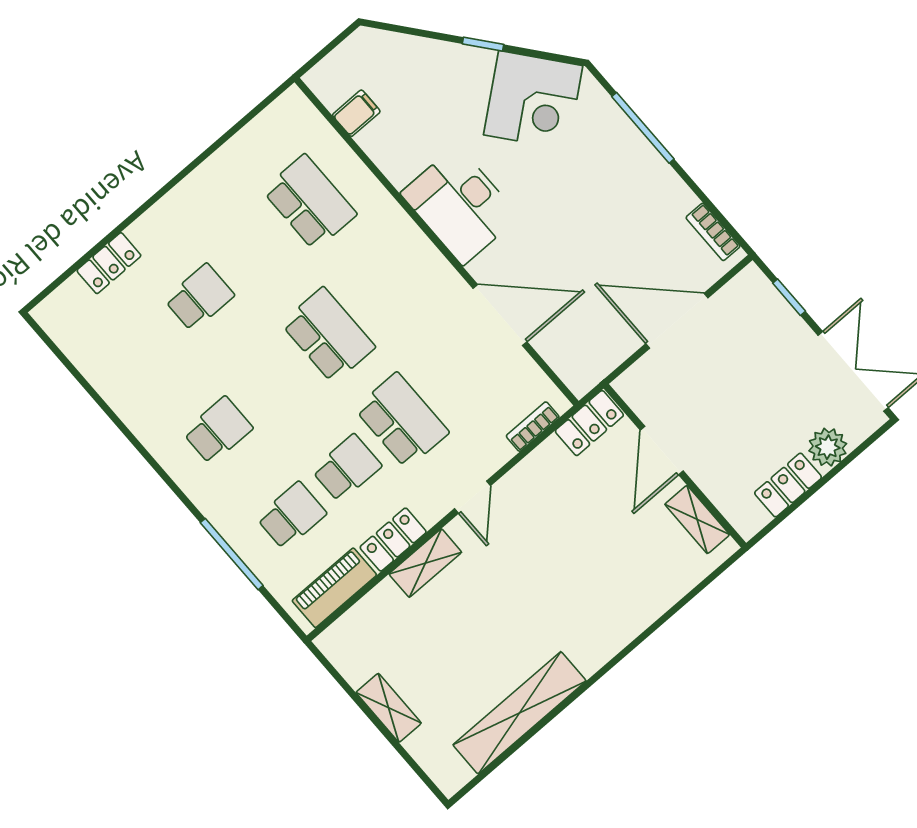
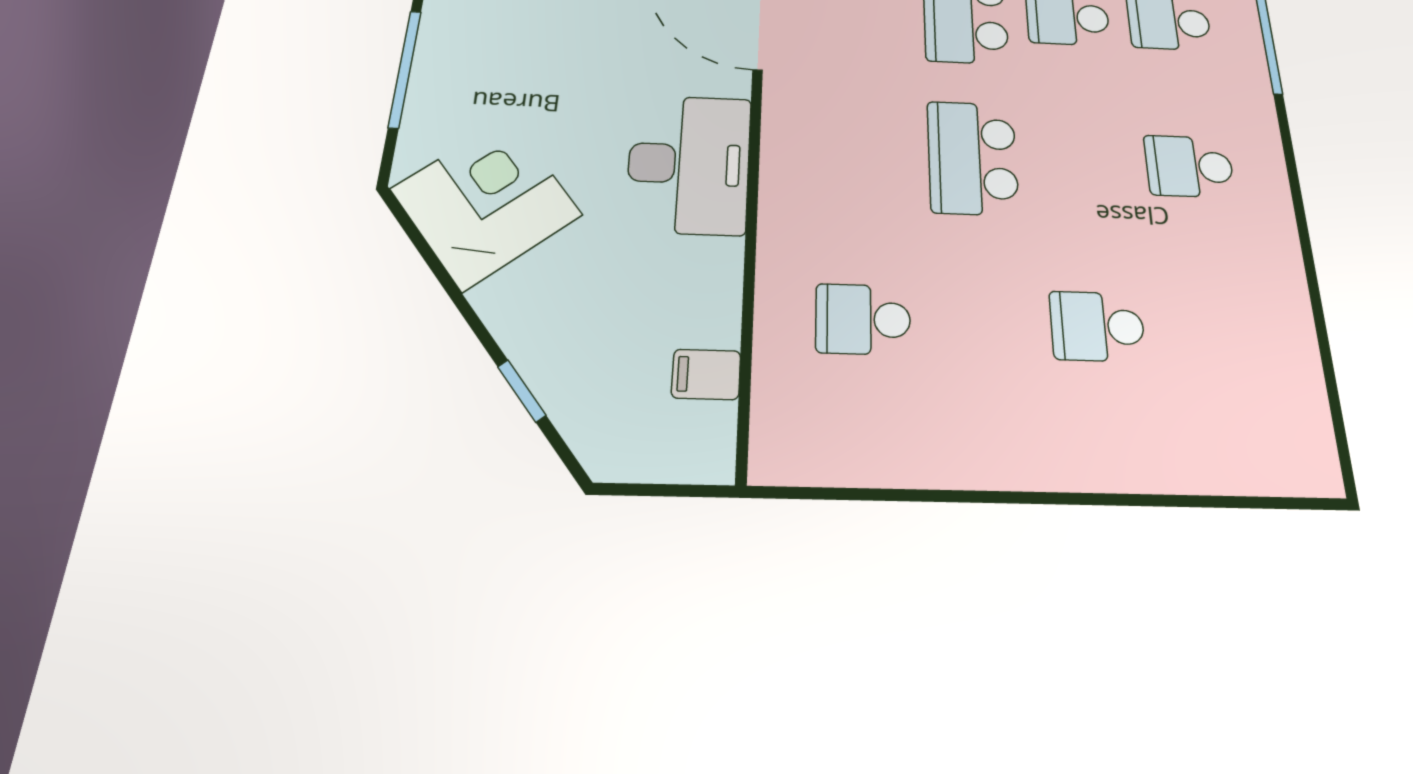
window: (483, 44) -> (522, 391), moved
school desk: (310, 202) -> (863, 319), width x0.54
locker: (109, 263) -> (1187, 468), removed

